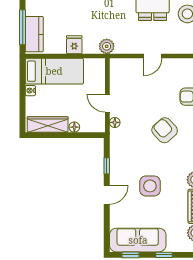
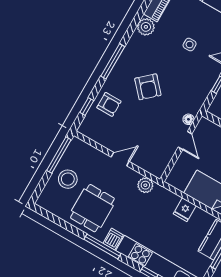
plant: (107, 46) -> (145, 185), moved
side table: (150, 186) -> (190, 45), width x0.54, depth x0.54

